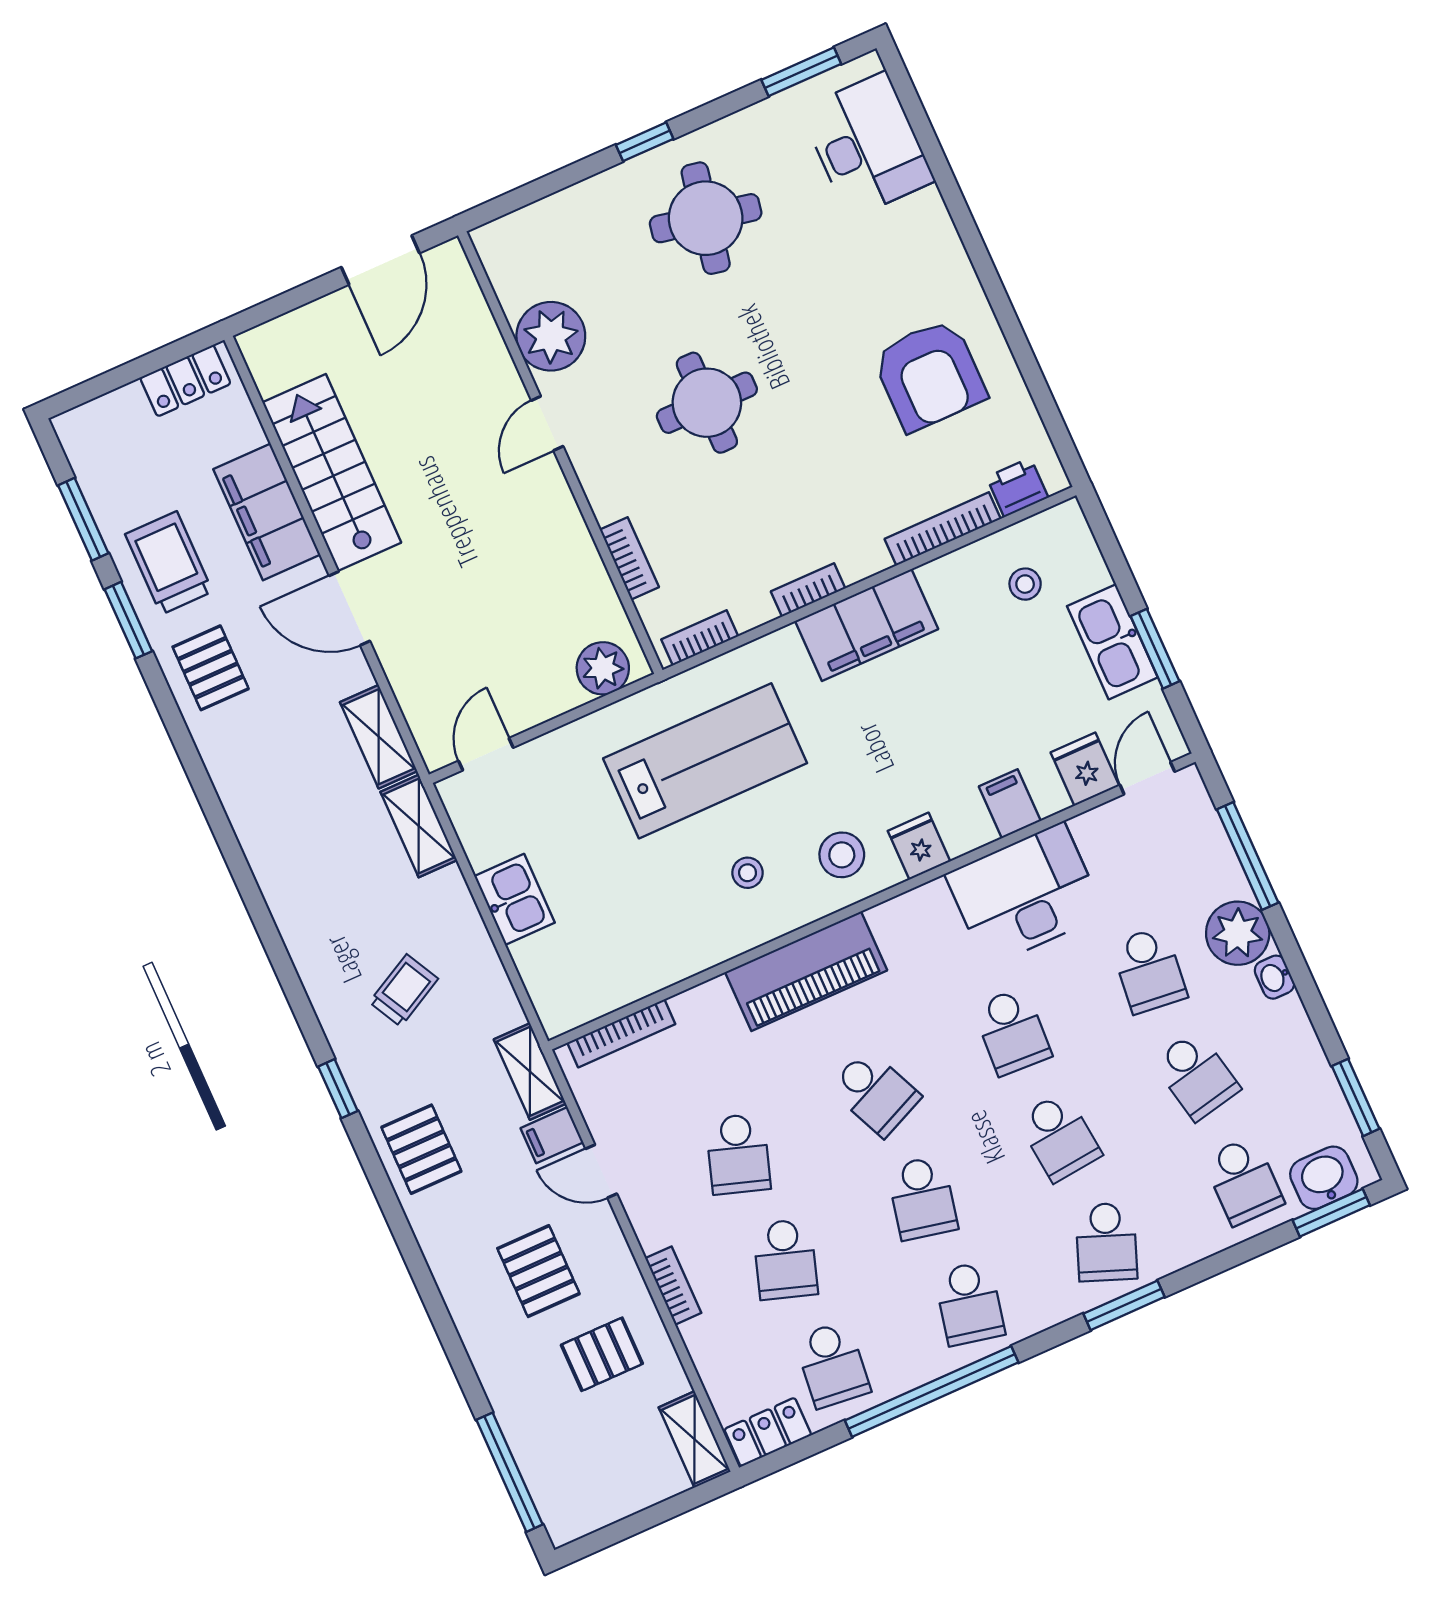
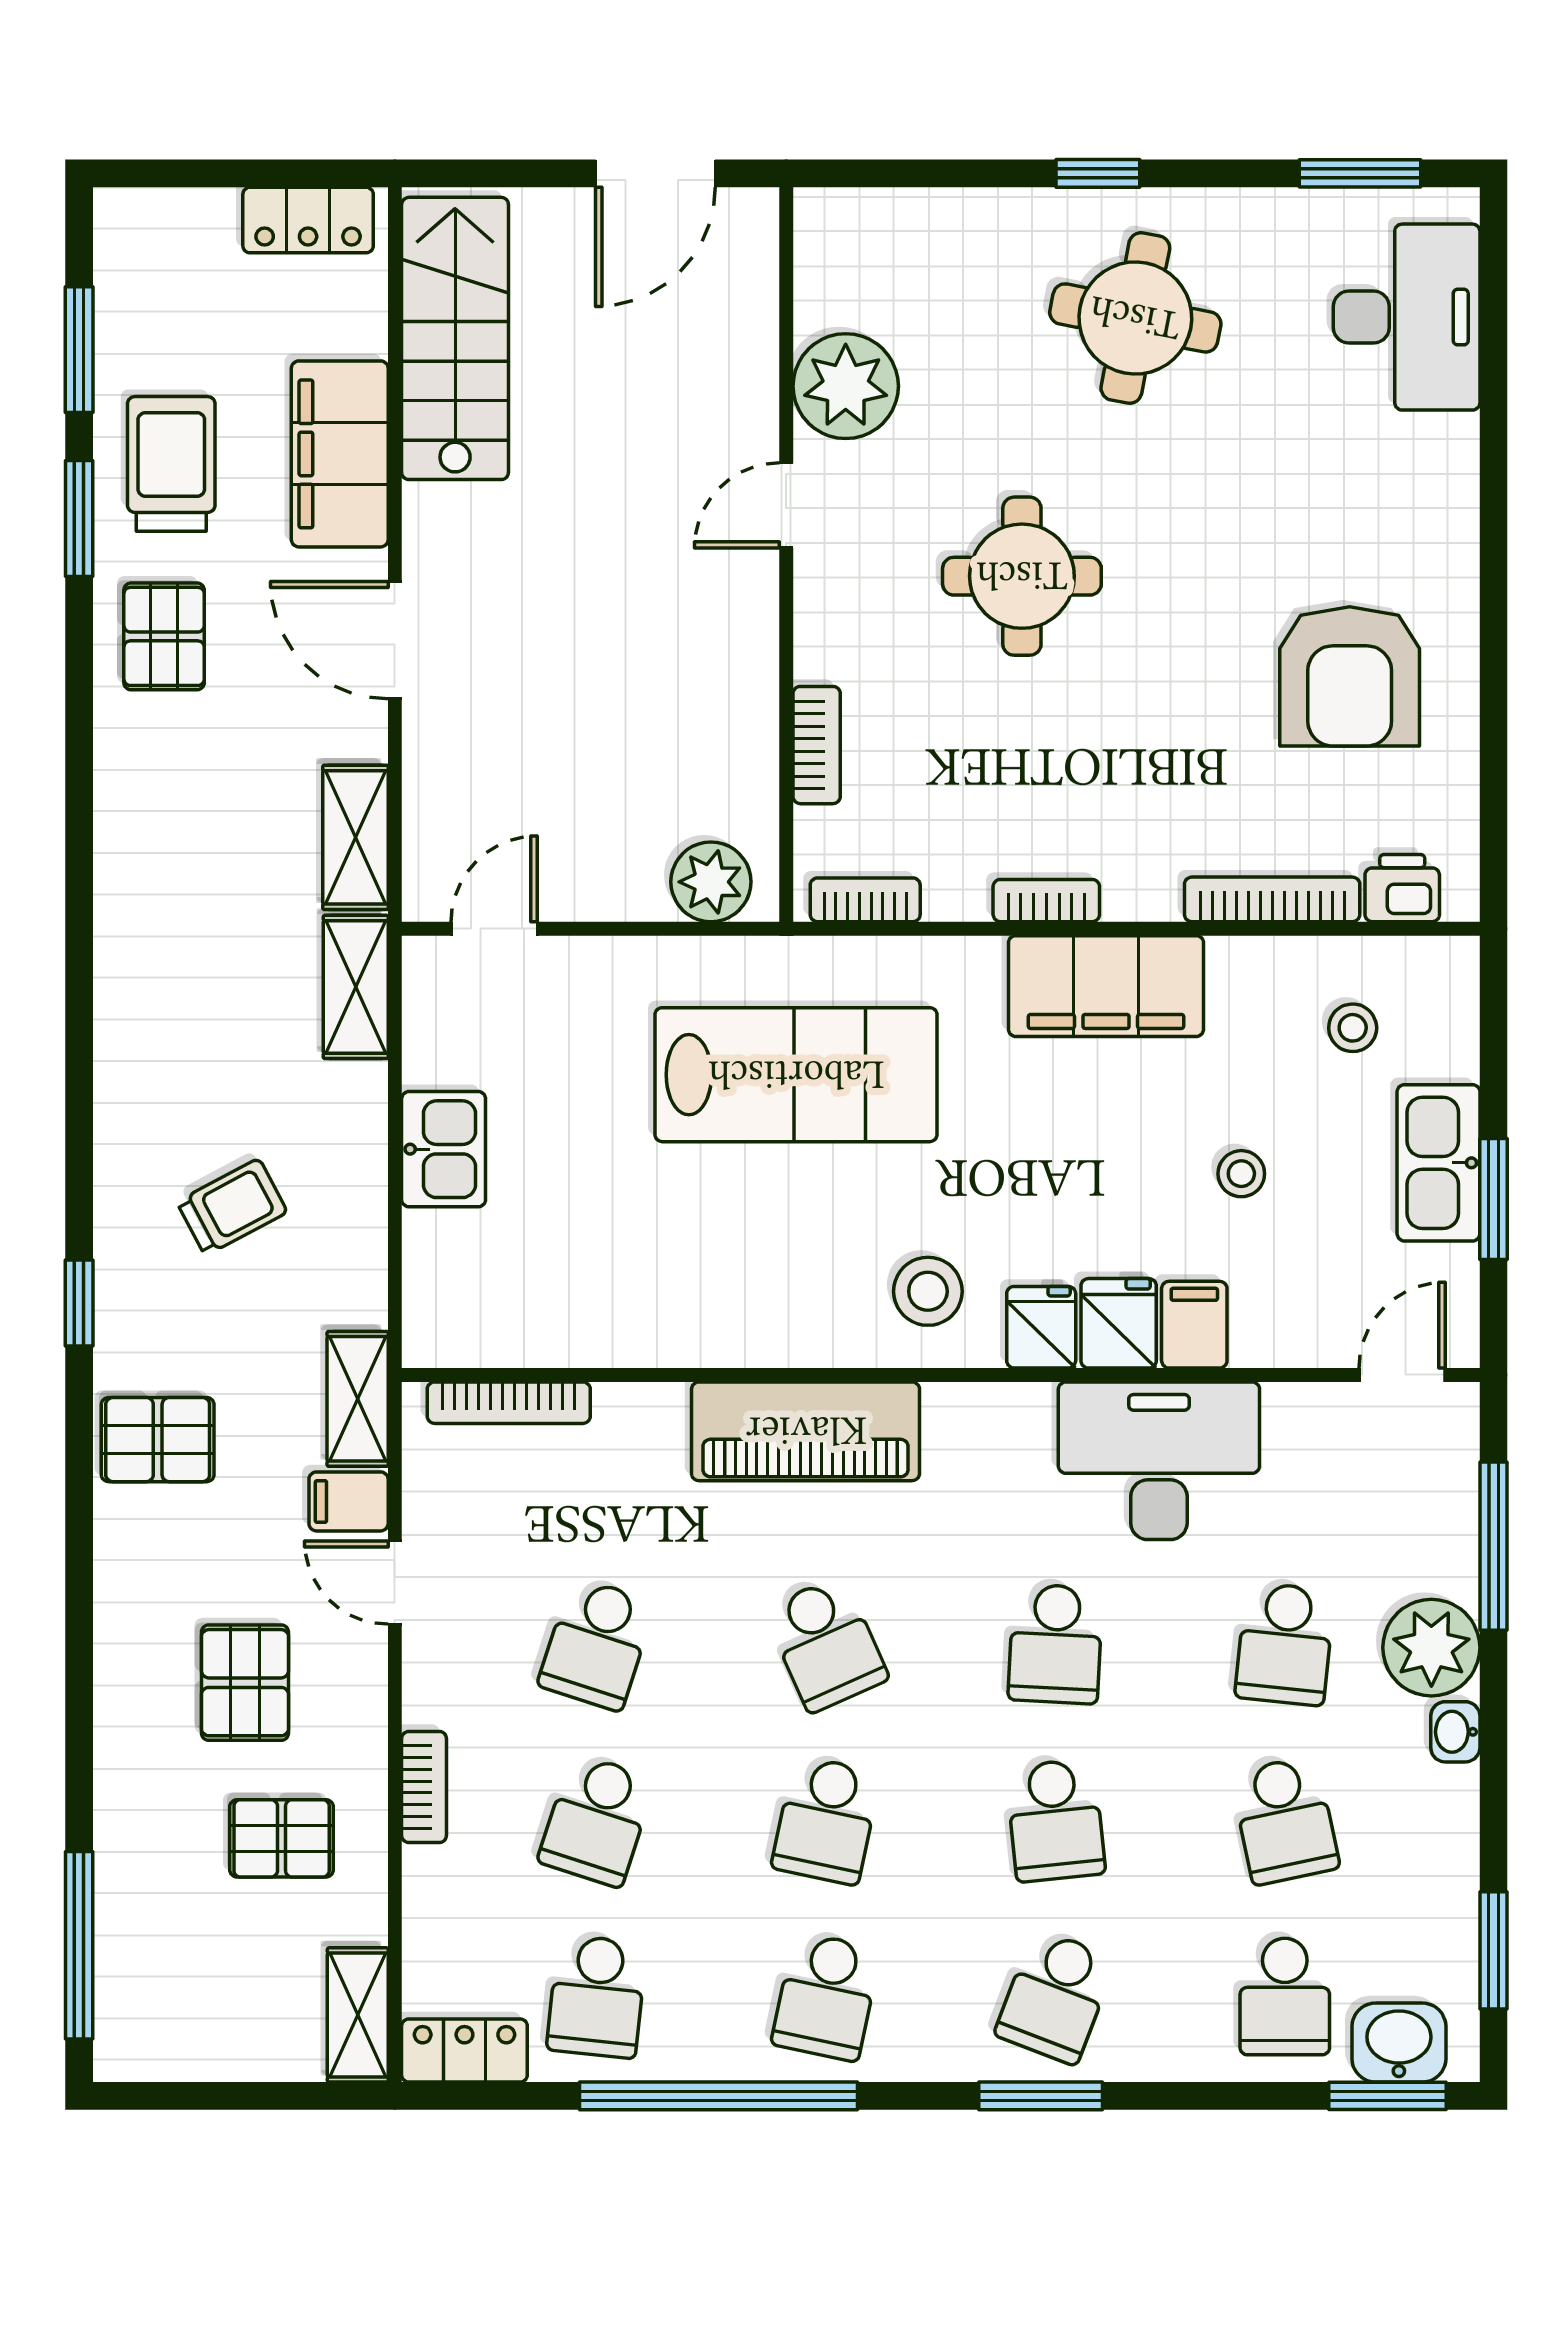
stairs: (332, 472) -> (455, 338), moved
fridge: (1085, 769) -> (1119, 1323), moved
stool: (748, 873) -> (1241, 1174), moved
pallet: (421, 1149) -> (158, 1440), turned 90

